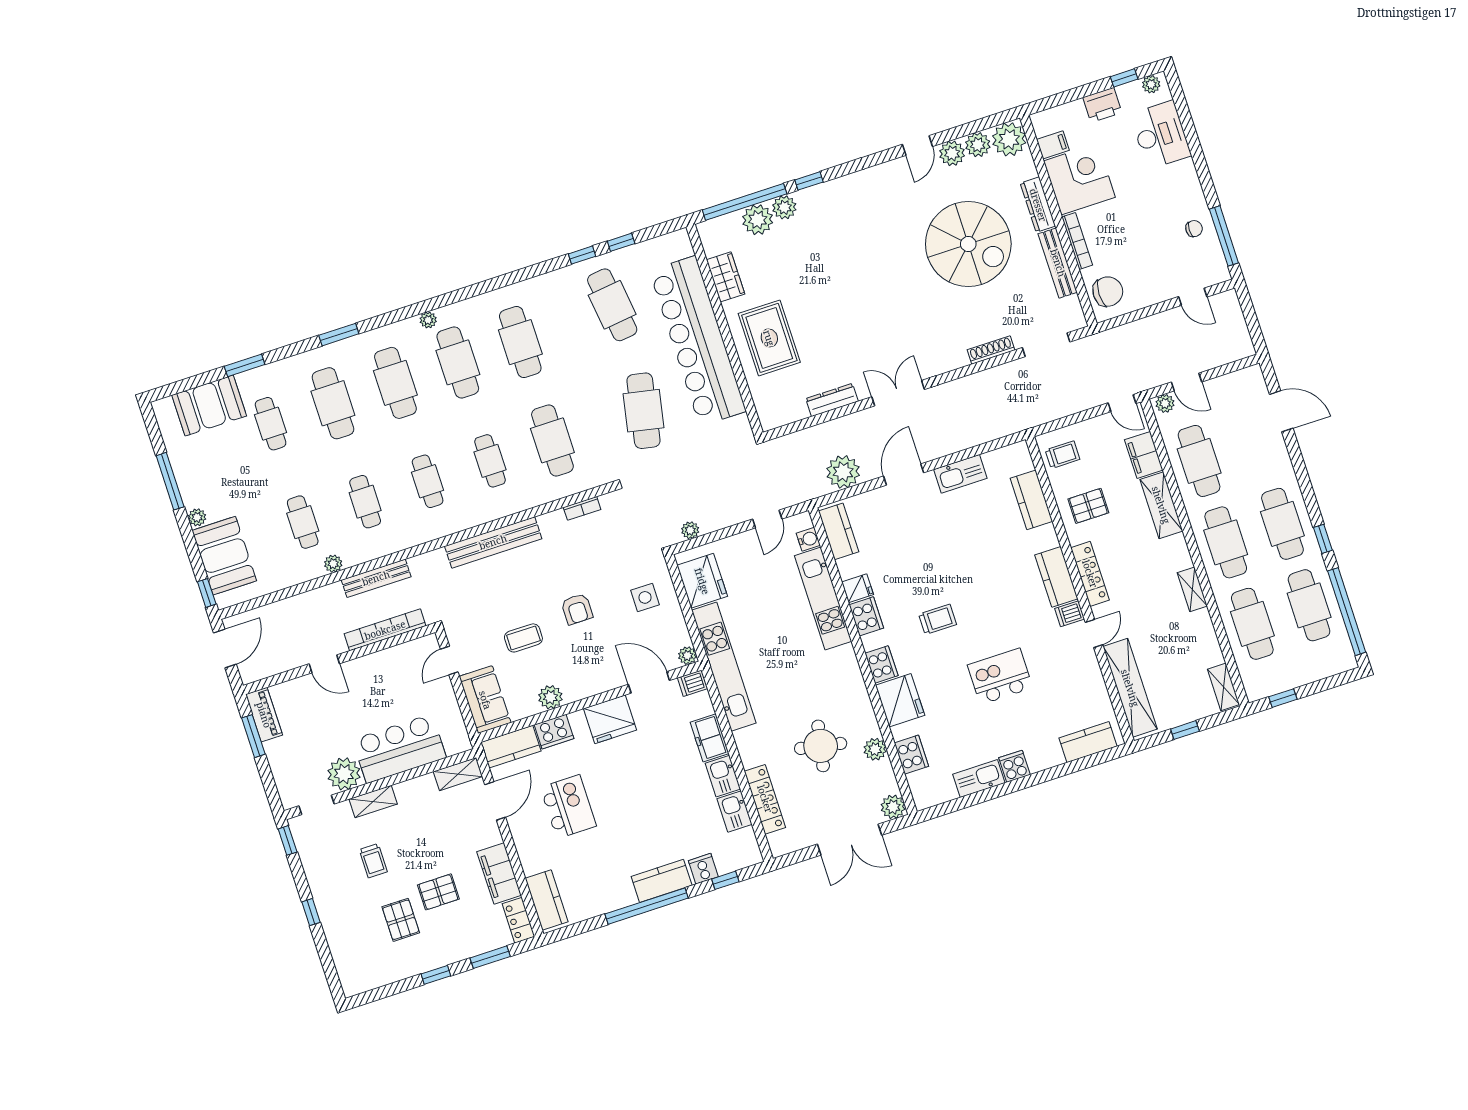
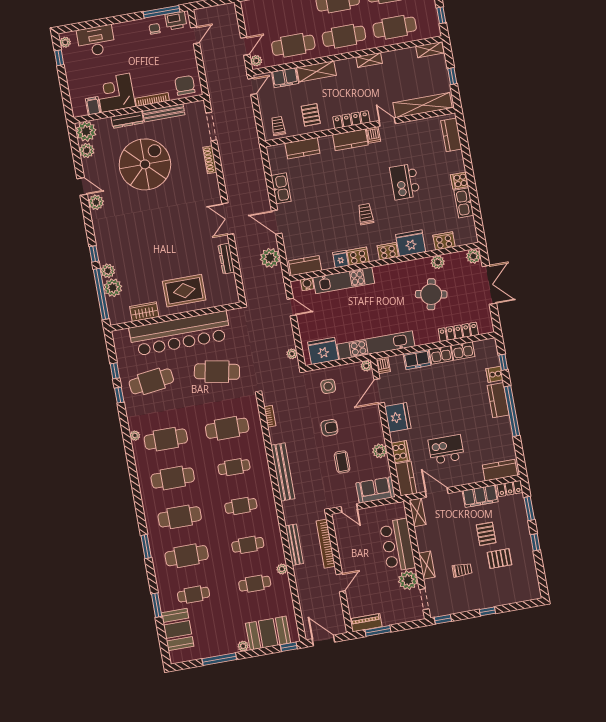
printer: (1102, 105) -> (176, 21), moved, turned 90
plant: (952, 153) -> (96, 202), moved
plant: (428, 320) -> (135, 436), moved

